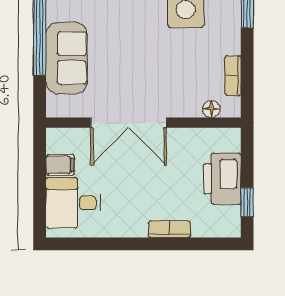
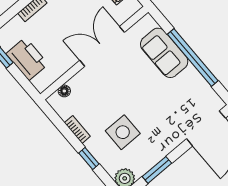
bookcase: (233, 76) -> (77, 129), moved

